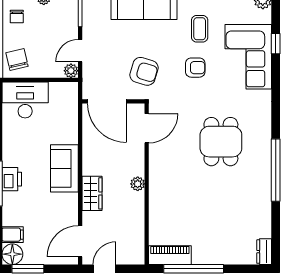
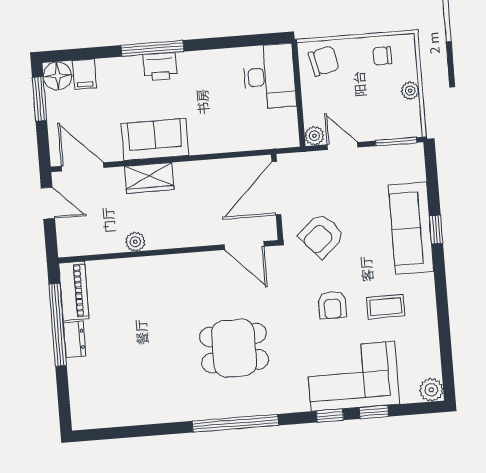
armchair: (144, 71) -> (321, 235), turned 31
window: (276, 76) -> (330, 416), added
sofa: (64, 168) -> (155, 139), moved
window: (276, 170) -> (235, 423), moved
plant: (138, 184) -> (135, 242), moved
dresser: (264, 252) -> (75, 339), moved, turned 90

